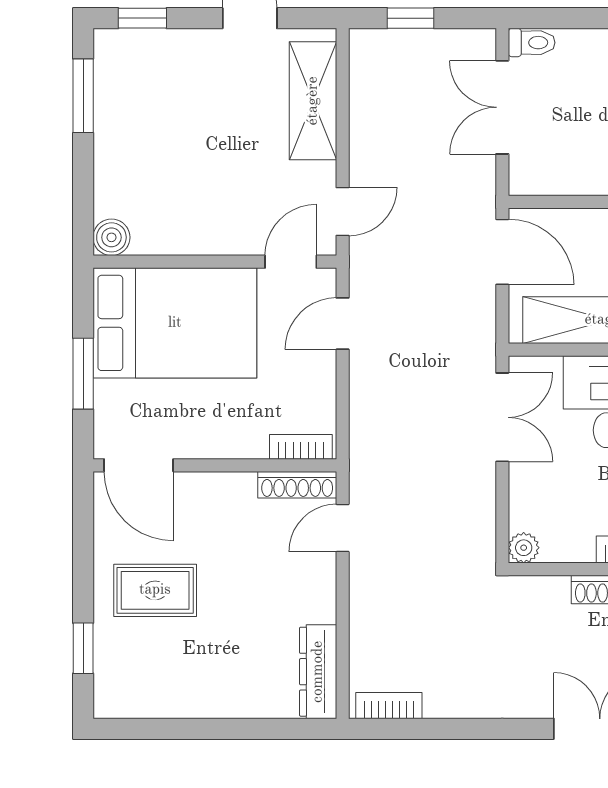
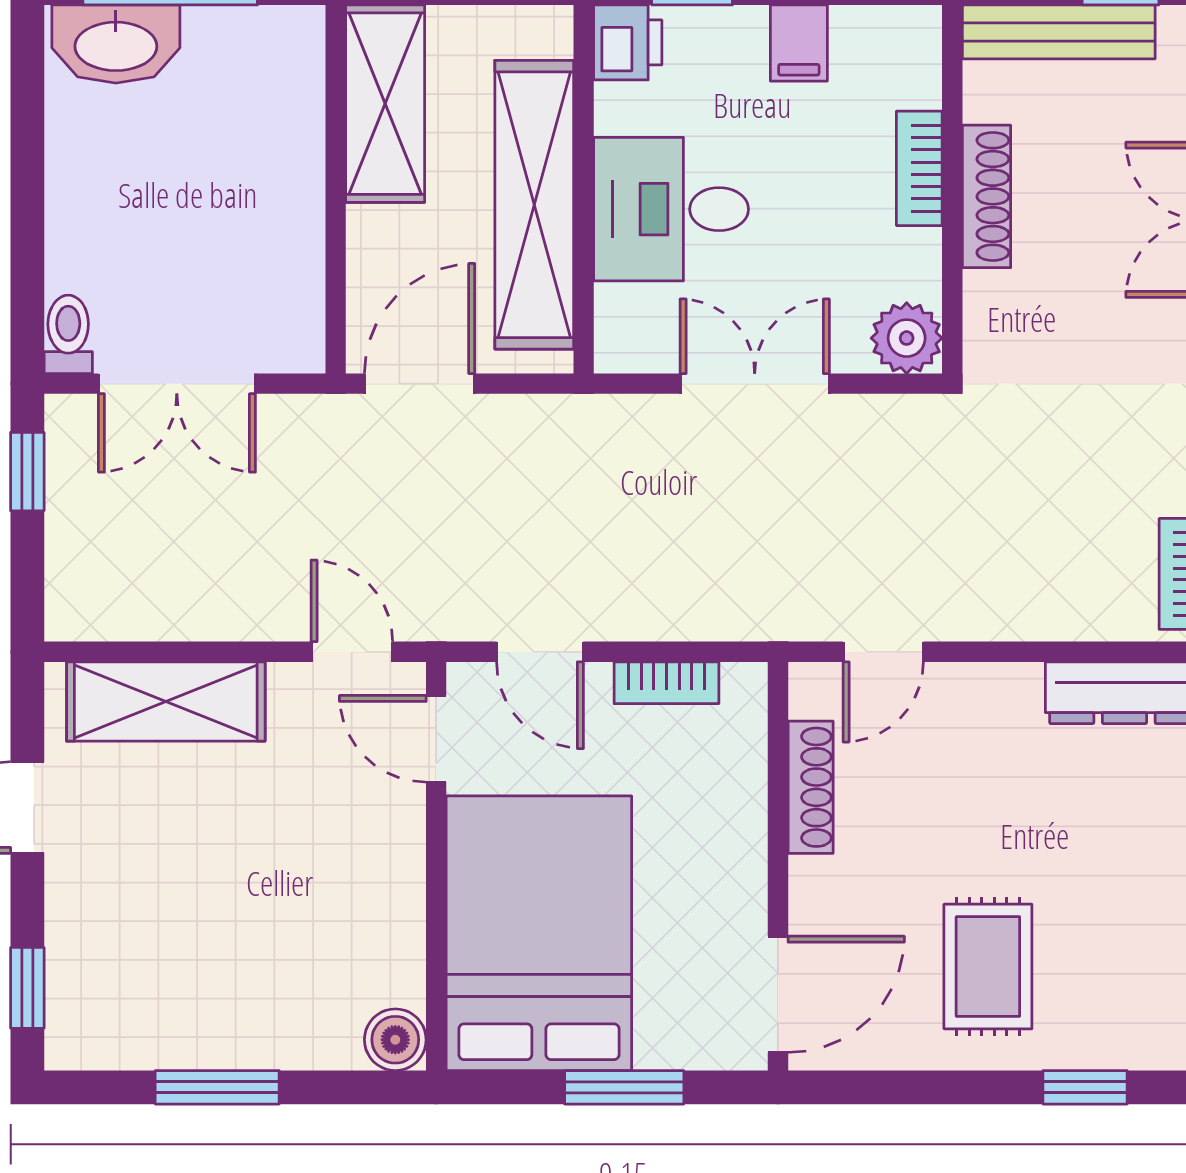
window: (411, 18) -> (27, 472), moved
window: (83, 96) -> (217, 1087), moved
double door: (502, 417) -> (755, 384), moved
bookcase: (301, 447) -> (666, 683), moved, turned -90
shoe rack: (297, 485) -> (811, 787), moved
door: (343, 528) -> (883, 652), hinge flipped
plant: (524, 548) -> (907, 338), width x1.38, depth x1.38

